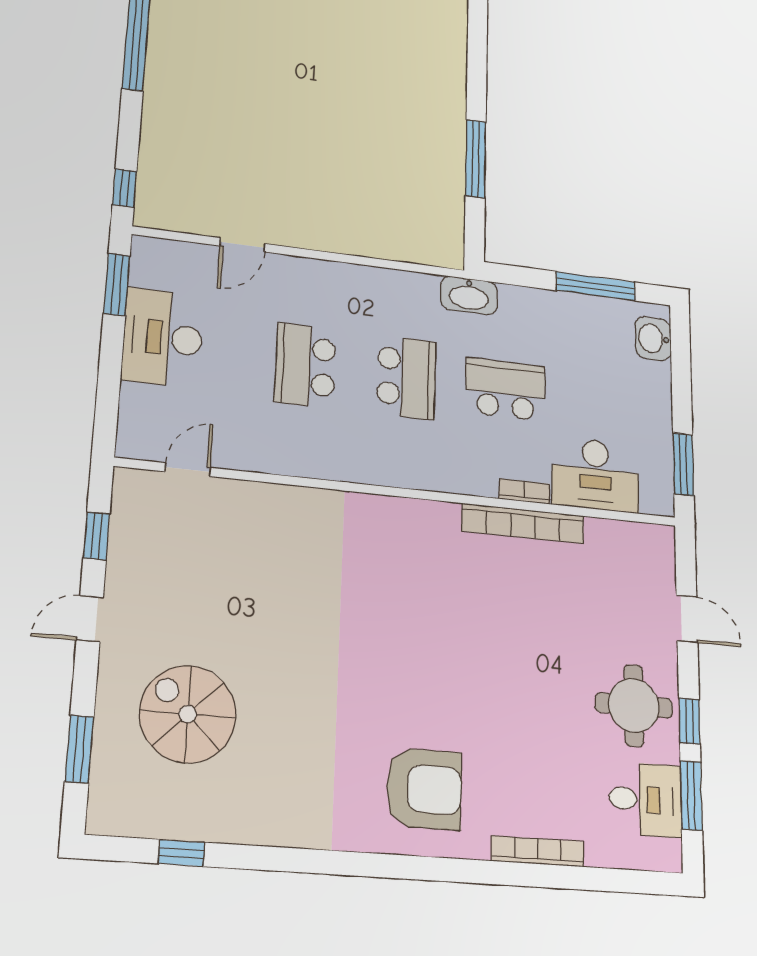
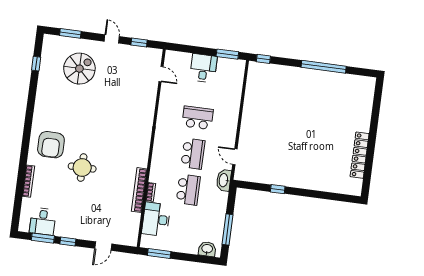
window: (476, 159) -> (278, 189), width x0.46
door: (243, 245) -> (235, 157), moved
desk: (163, 338) -> (203, 68), width x0.73
school desk: (407, 377) -> (193, 154), turned -90
round table: (634, 705) -> (82, 168), moved

